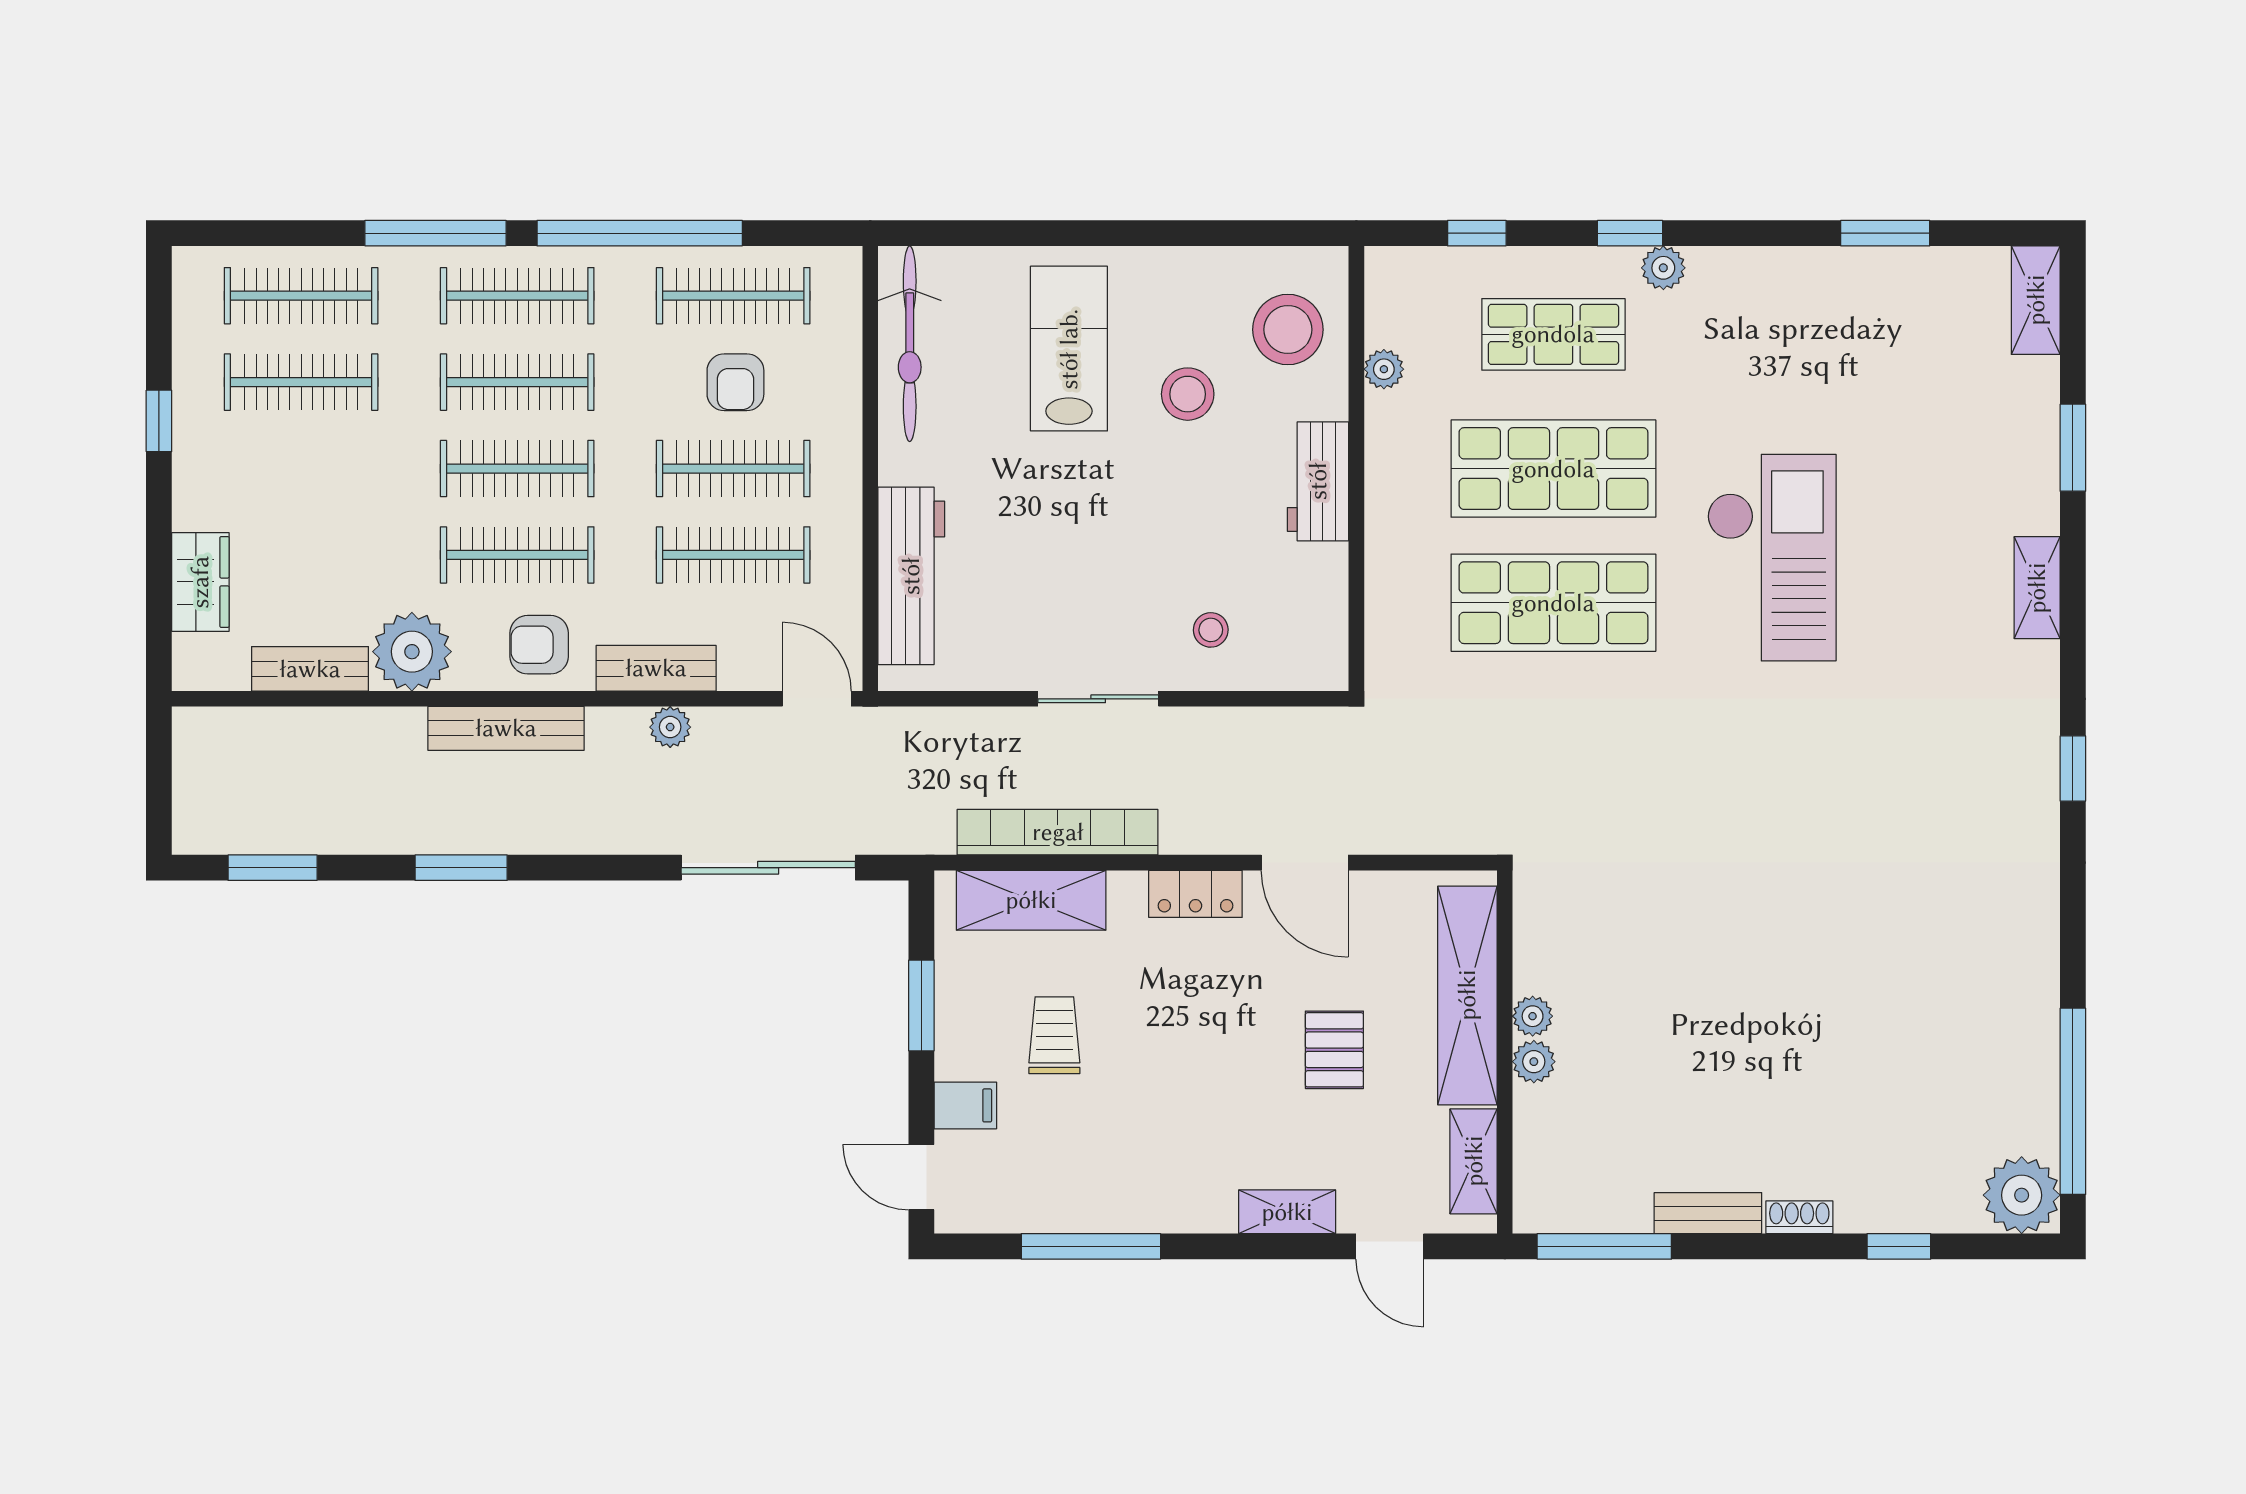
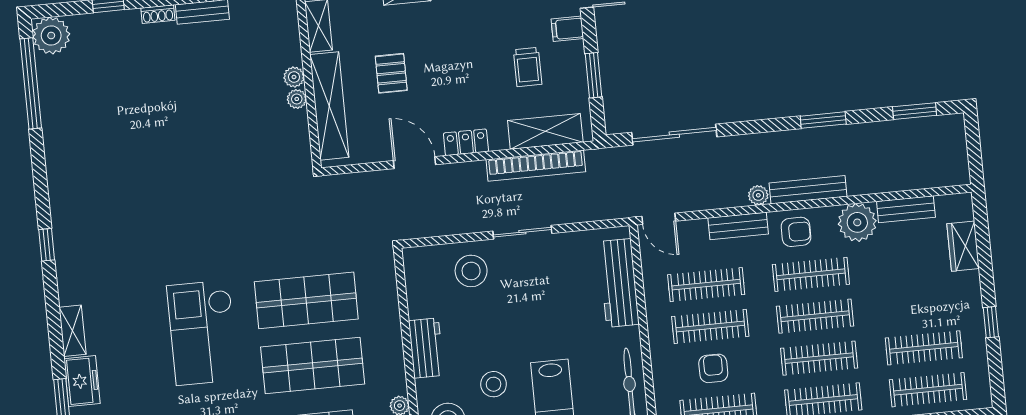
freezer: (2028, 483) -> (82, 381), added
stool: (1211, 630) -> (471, 271), width x1.89, depth x1.89
plant: (670, 727) -> (758, 195), moved

